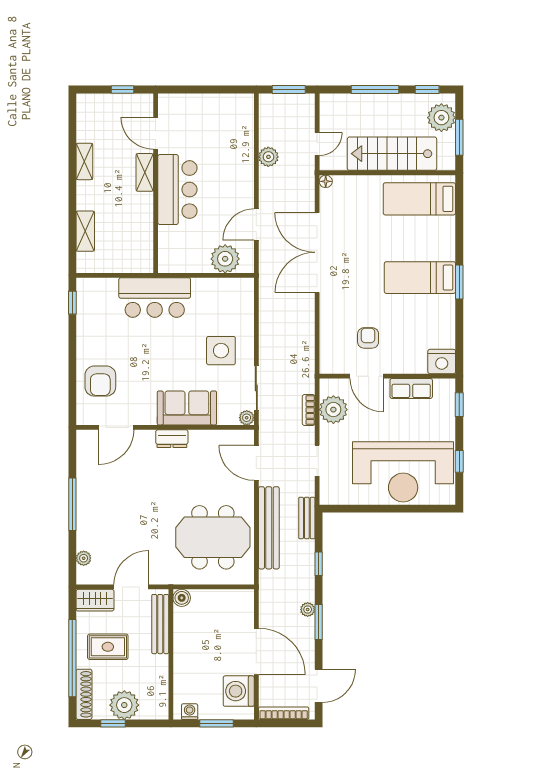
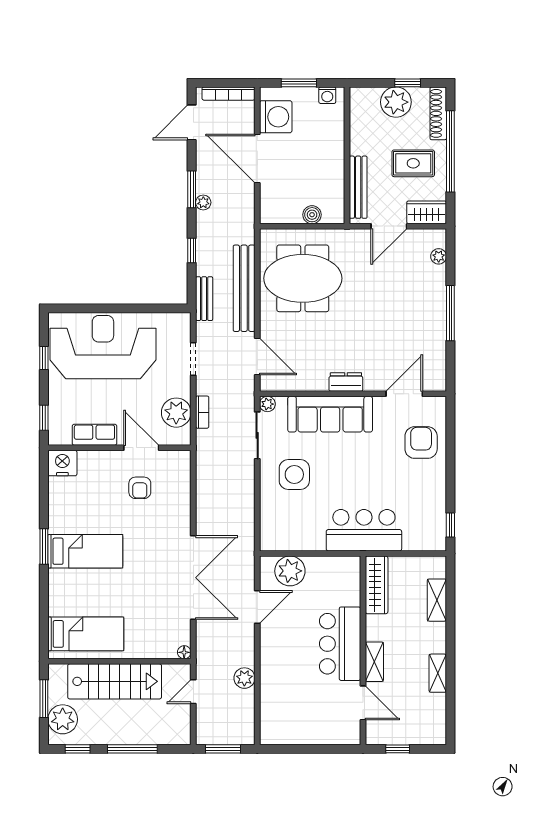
wardrobe: (143, 246) -> (377, 585), added
sofa: (187, 408) -> (330, 414), width x1.36
boiler: (182, 598) -> (312, 215), moved

